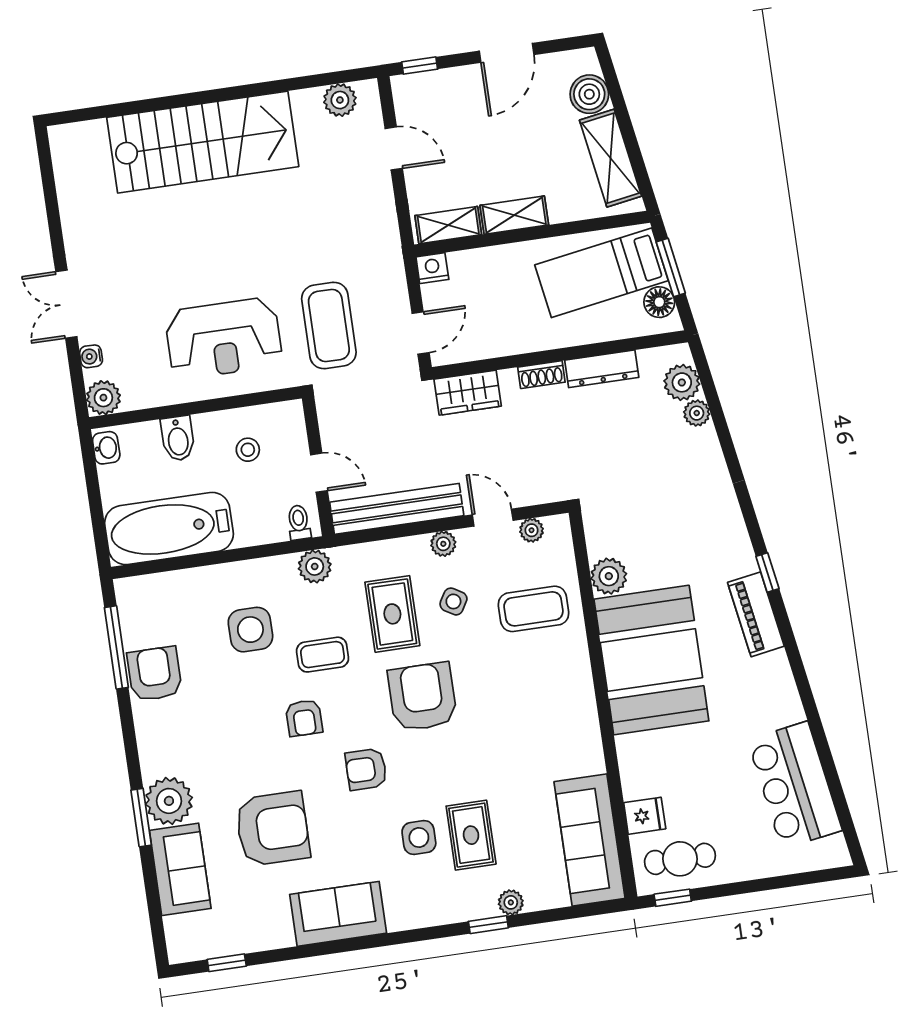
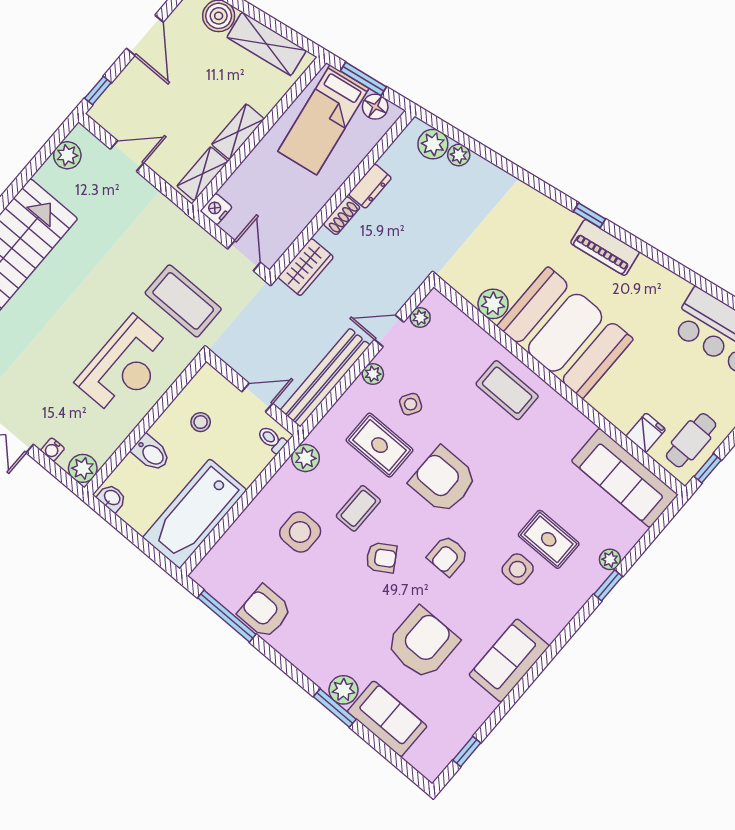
dresser: (602, 369) -> (370, 186), width x0.70
coffee table: (533, 609) -> (507, 390), moved, turned 90
armchair: (304, 718) -> (381, 558), turned -32
plant: (169, 801) -> (343, 690), width x0.73, depth x0.73

